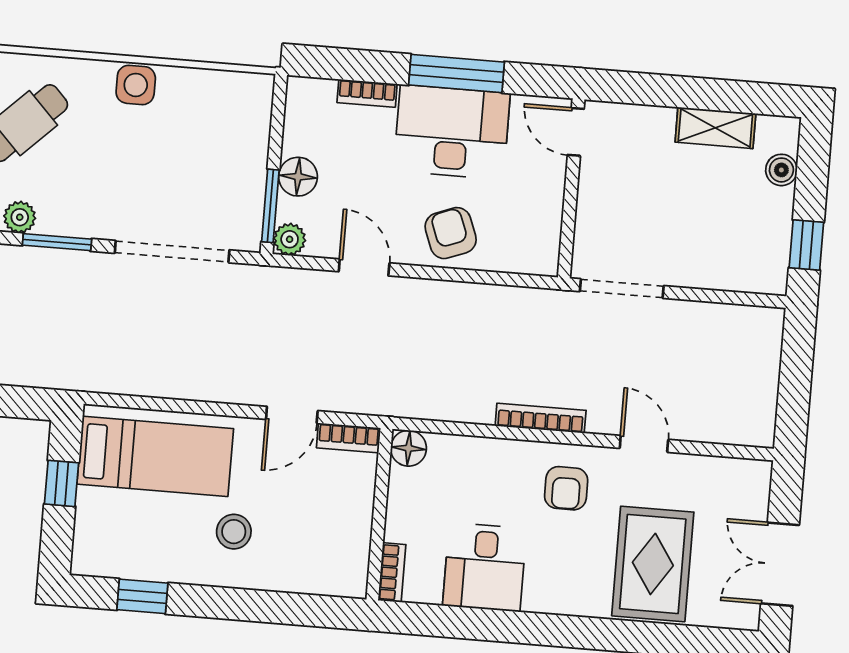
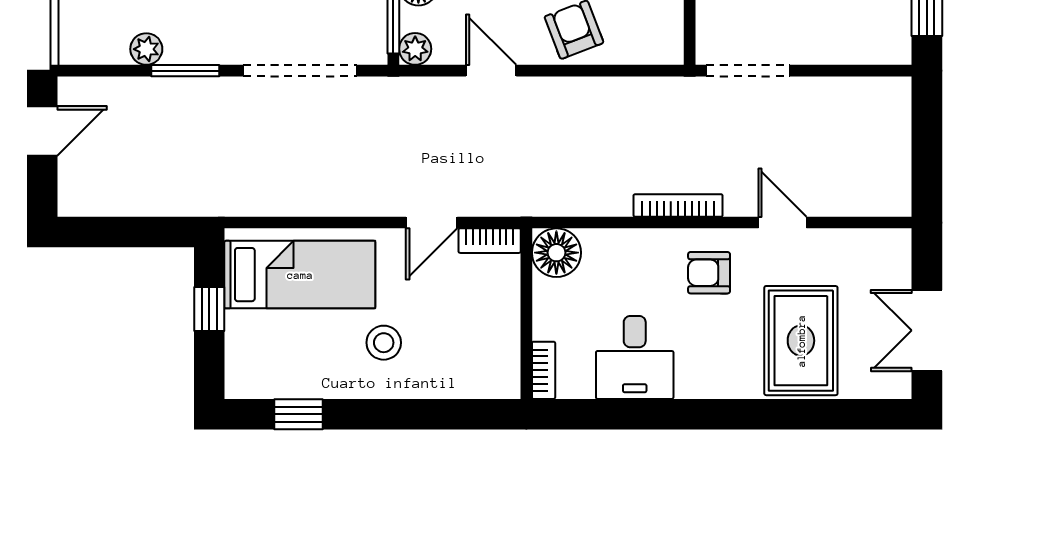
floor lamp: (409, 448) -> (556, 253), width x1.38, depth x1.38
armchair: (566, 488) -> (709, 273), turned 90

